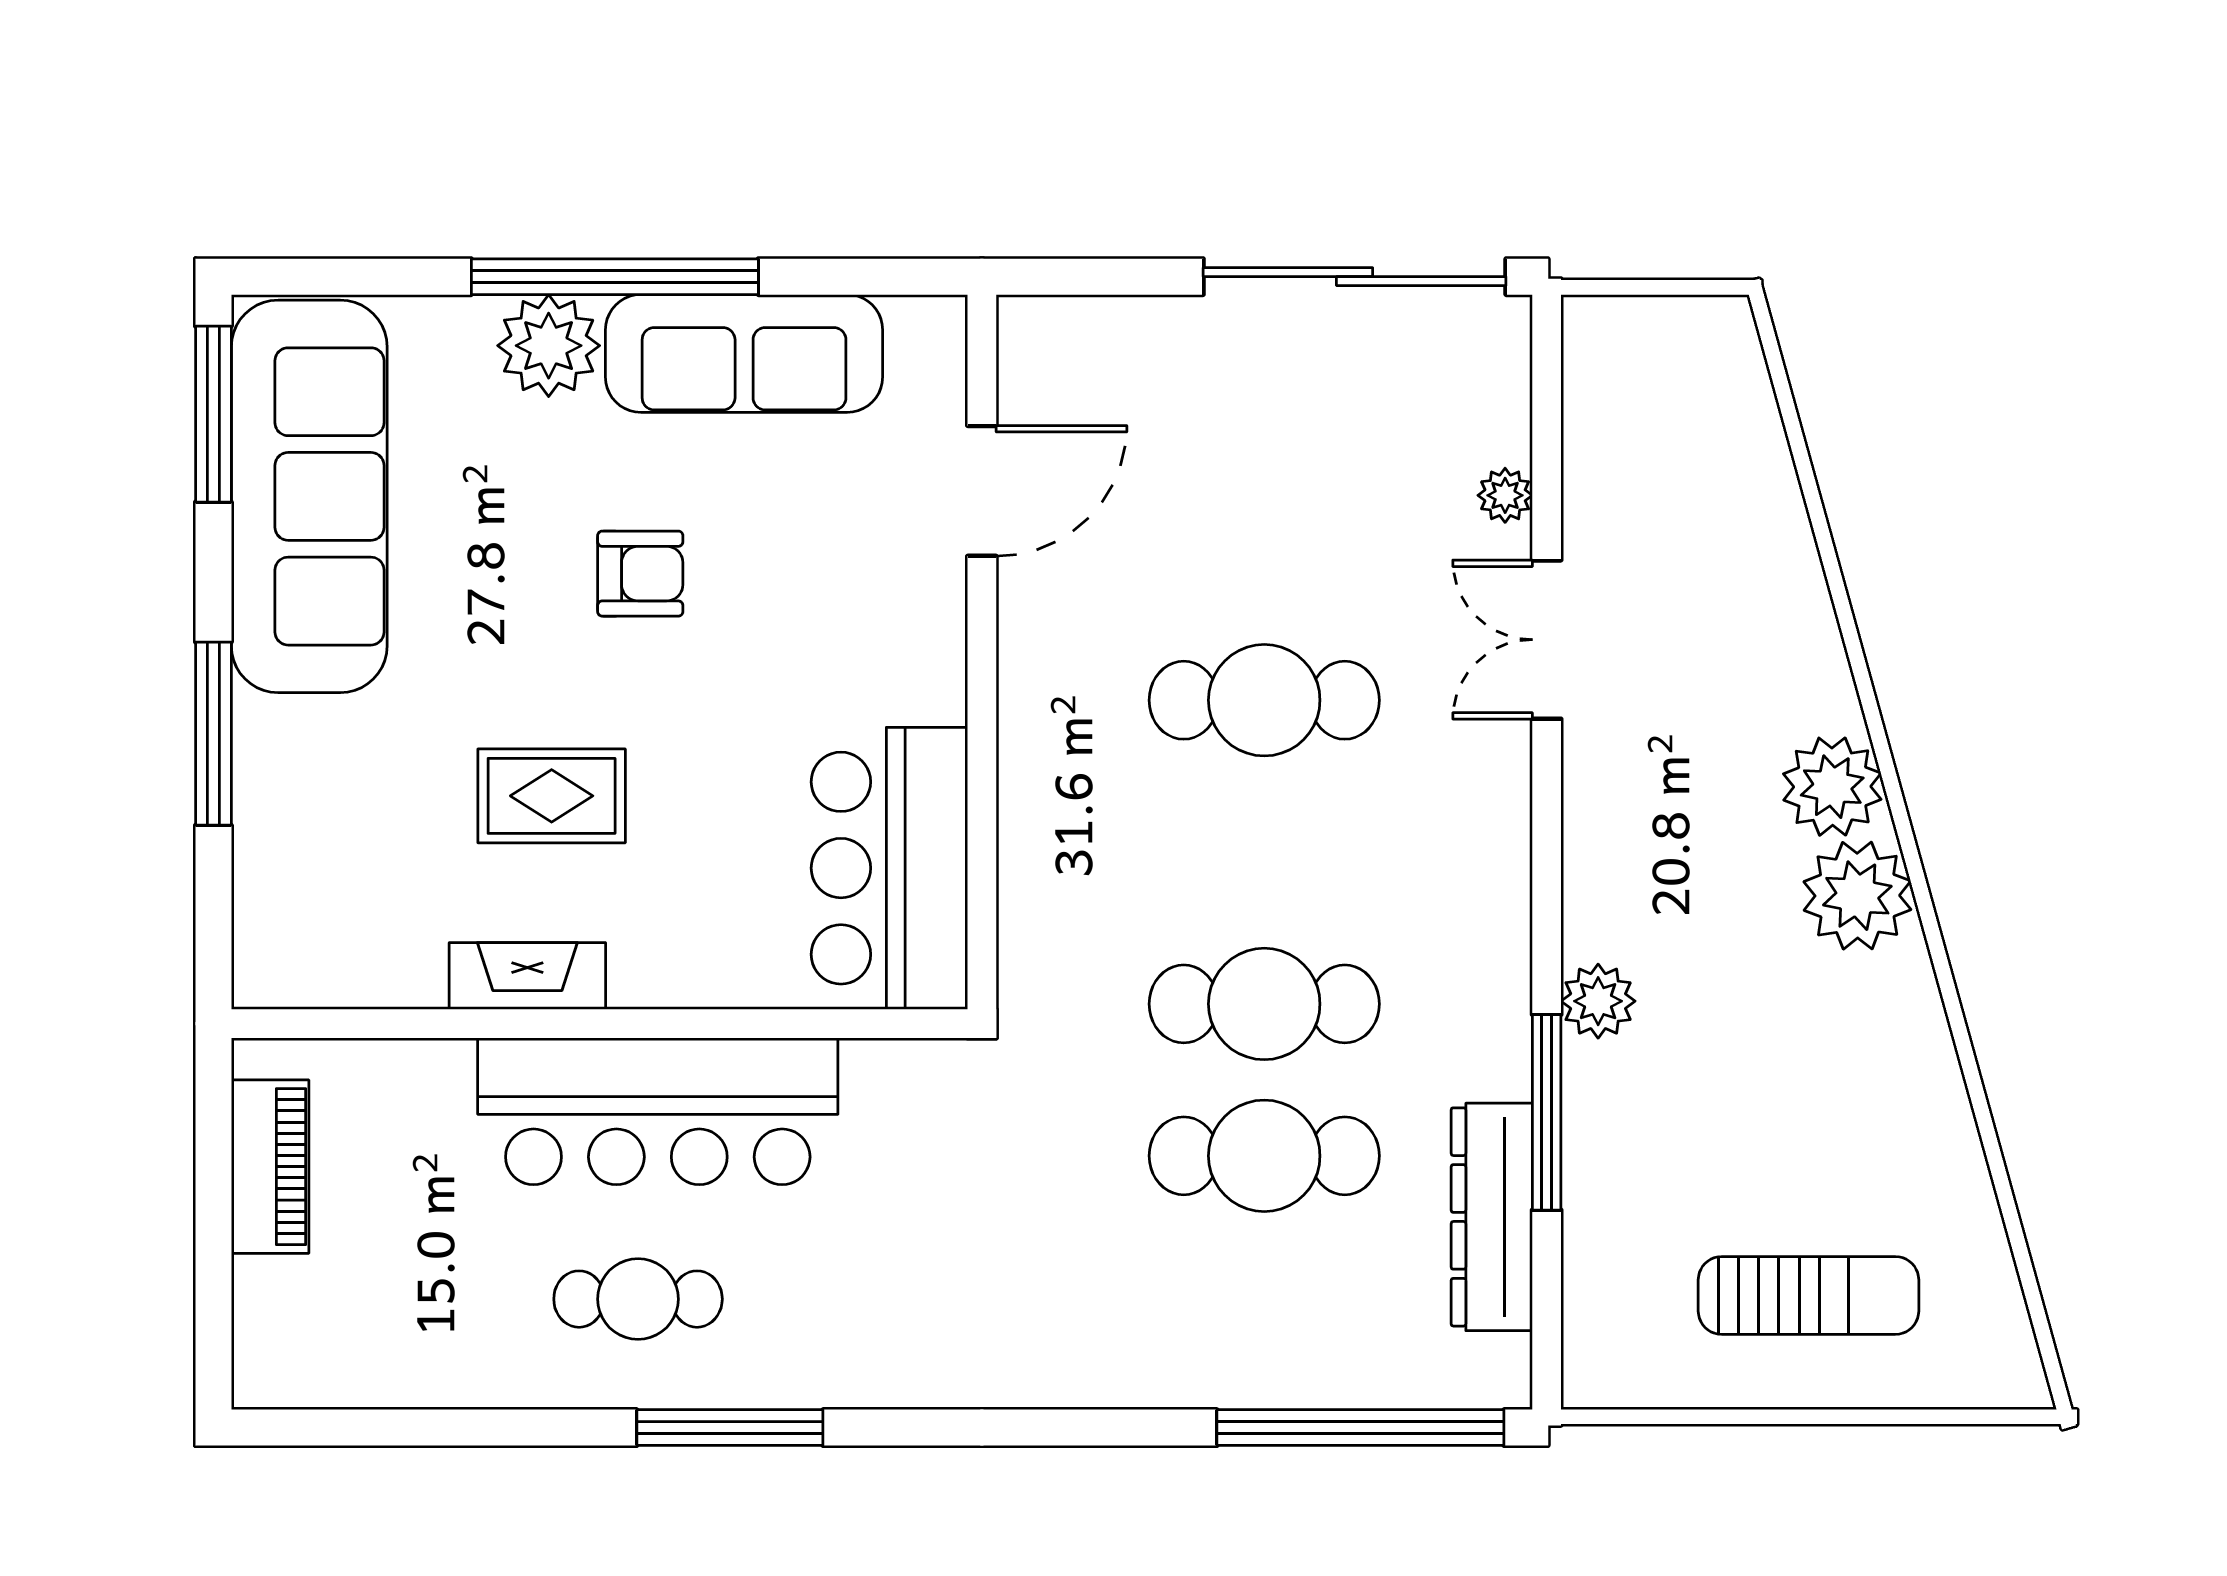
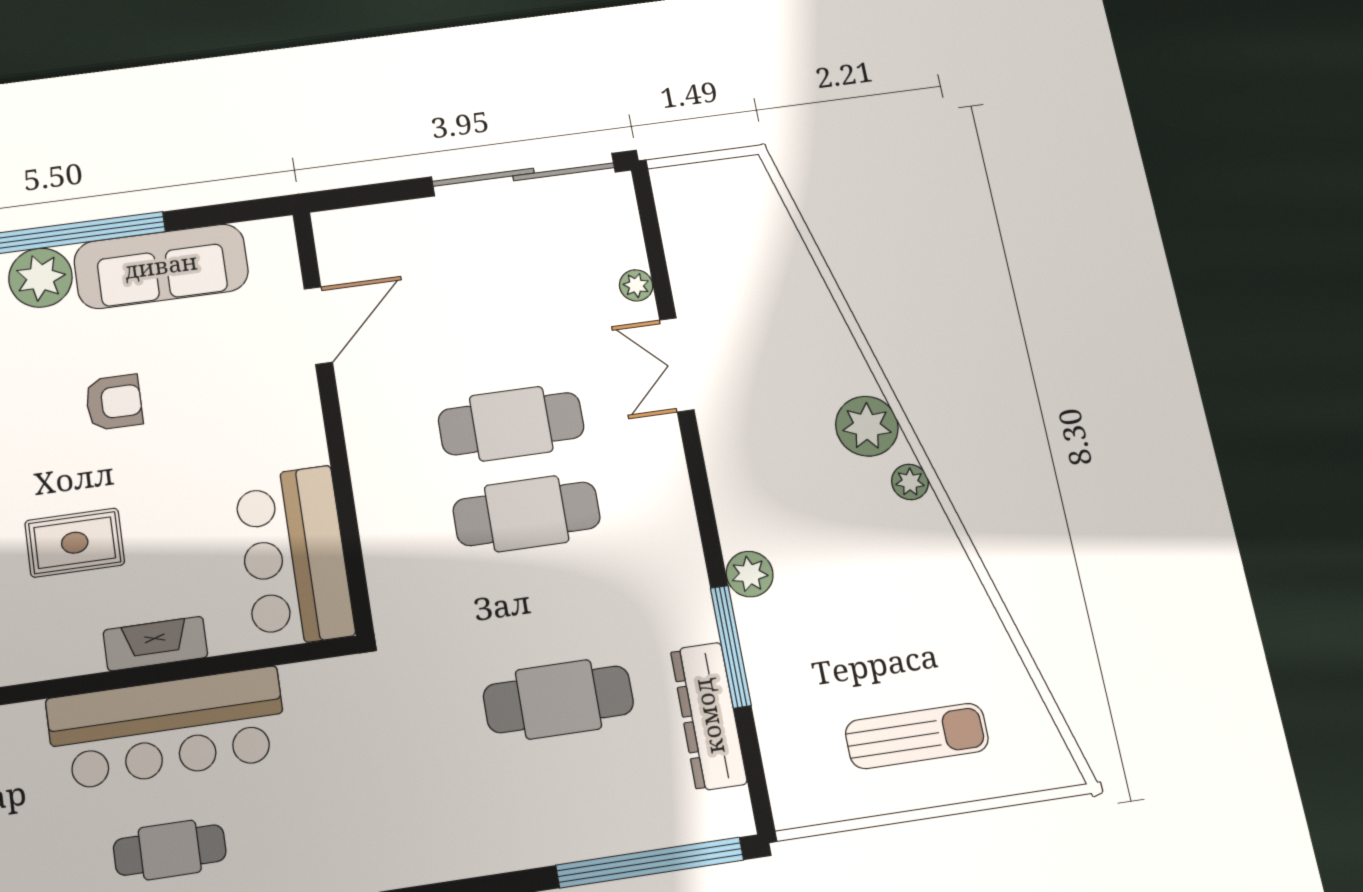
plant: (1857, 896) -> (910, 482), width x0.53, depth x0.53
fireplace: (527, 976) -> (155, 644), moved
cafe table: (1264, 1004) -> (527, 514), moved

